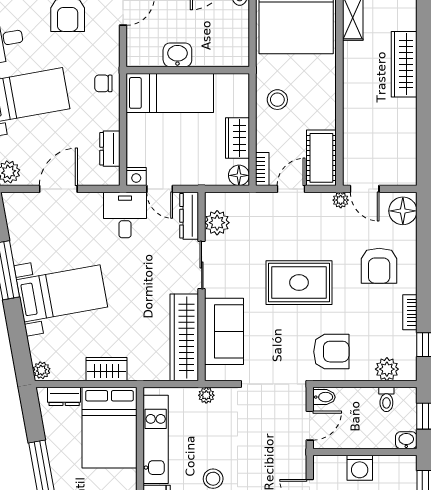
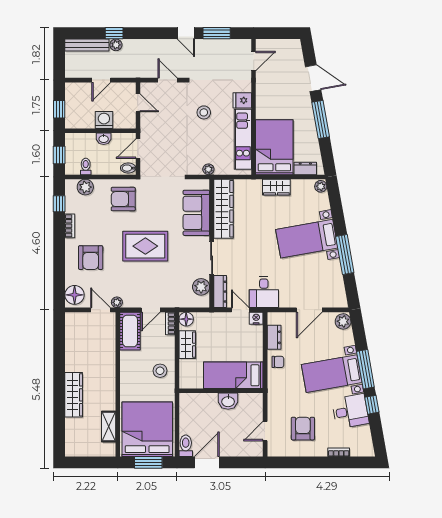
chair: (103, 83) -> (278, 362), moved
armchair: (379, 266) -> (91, 258), turned 180
washbasin: (406, 440) -> (104, 139), moved

